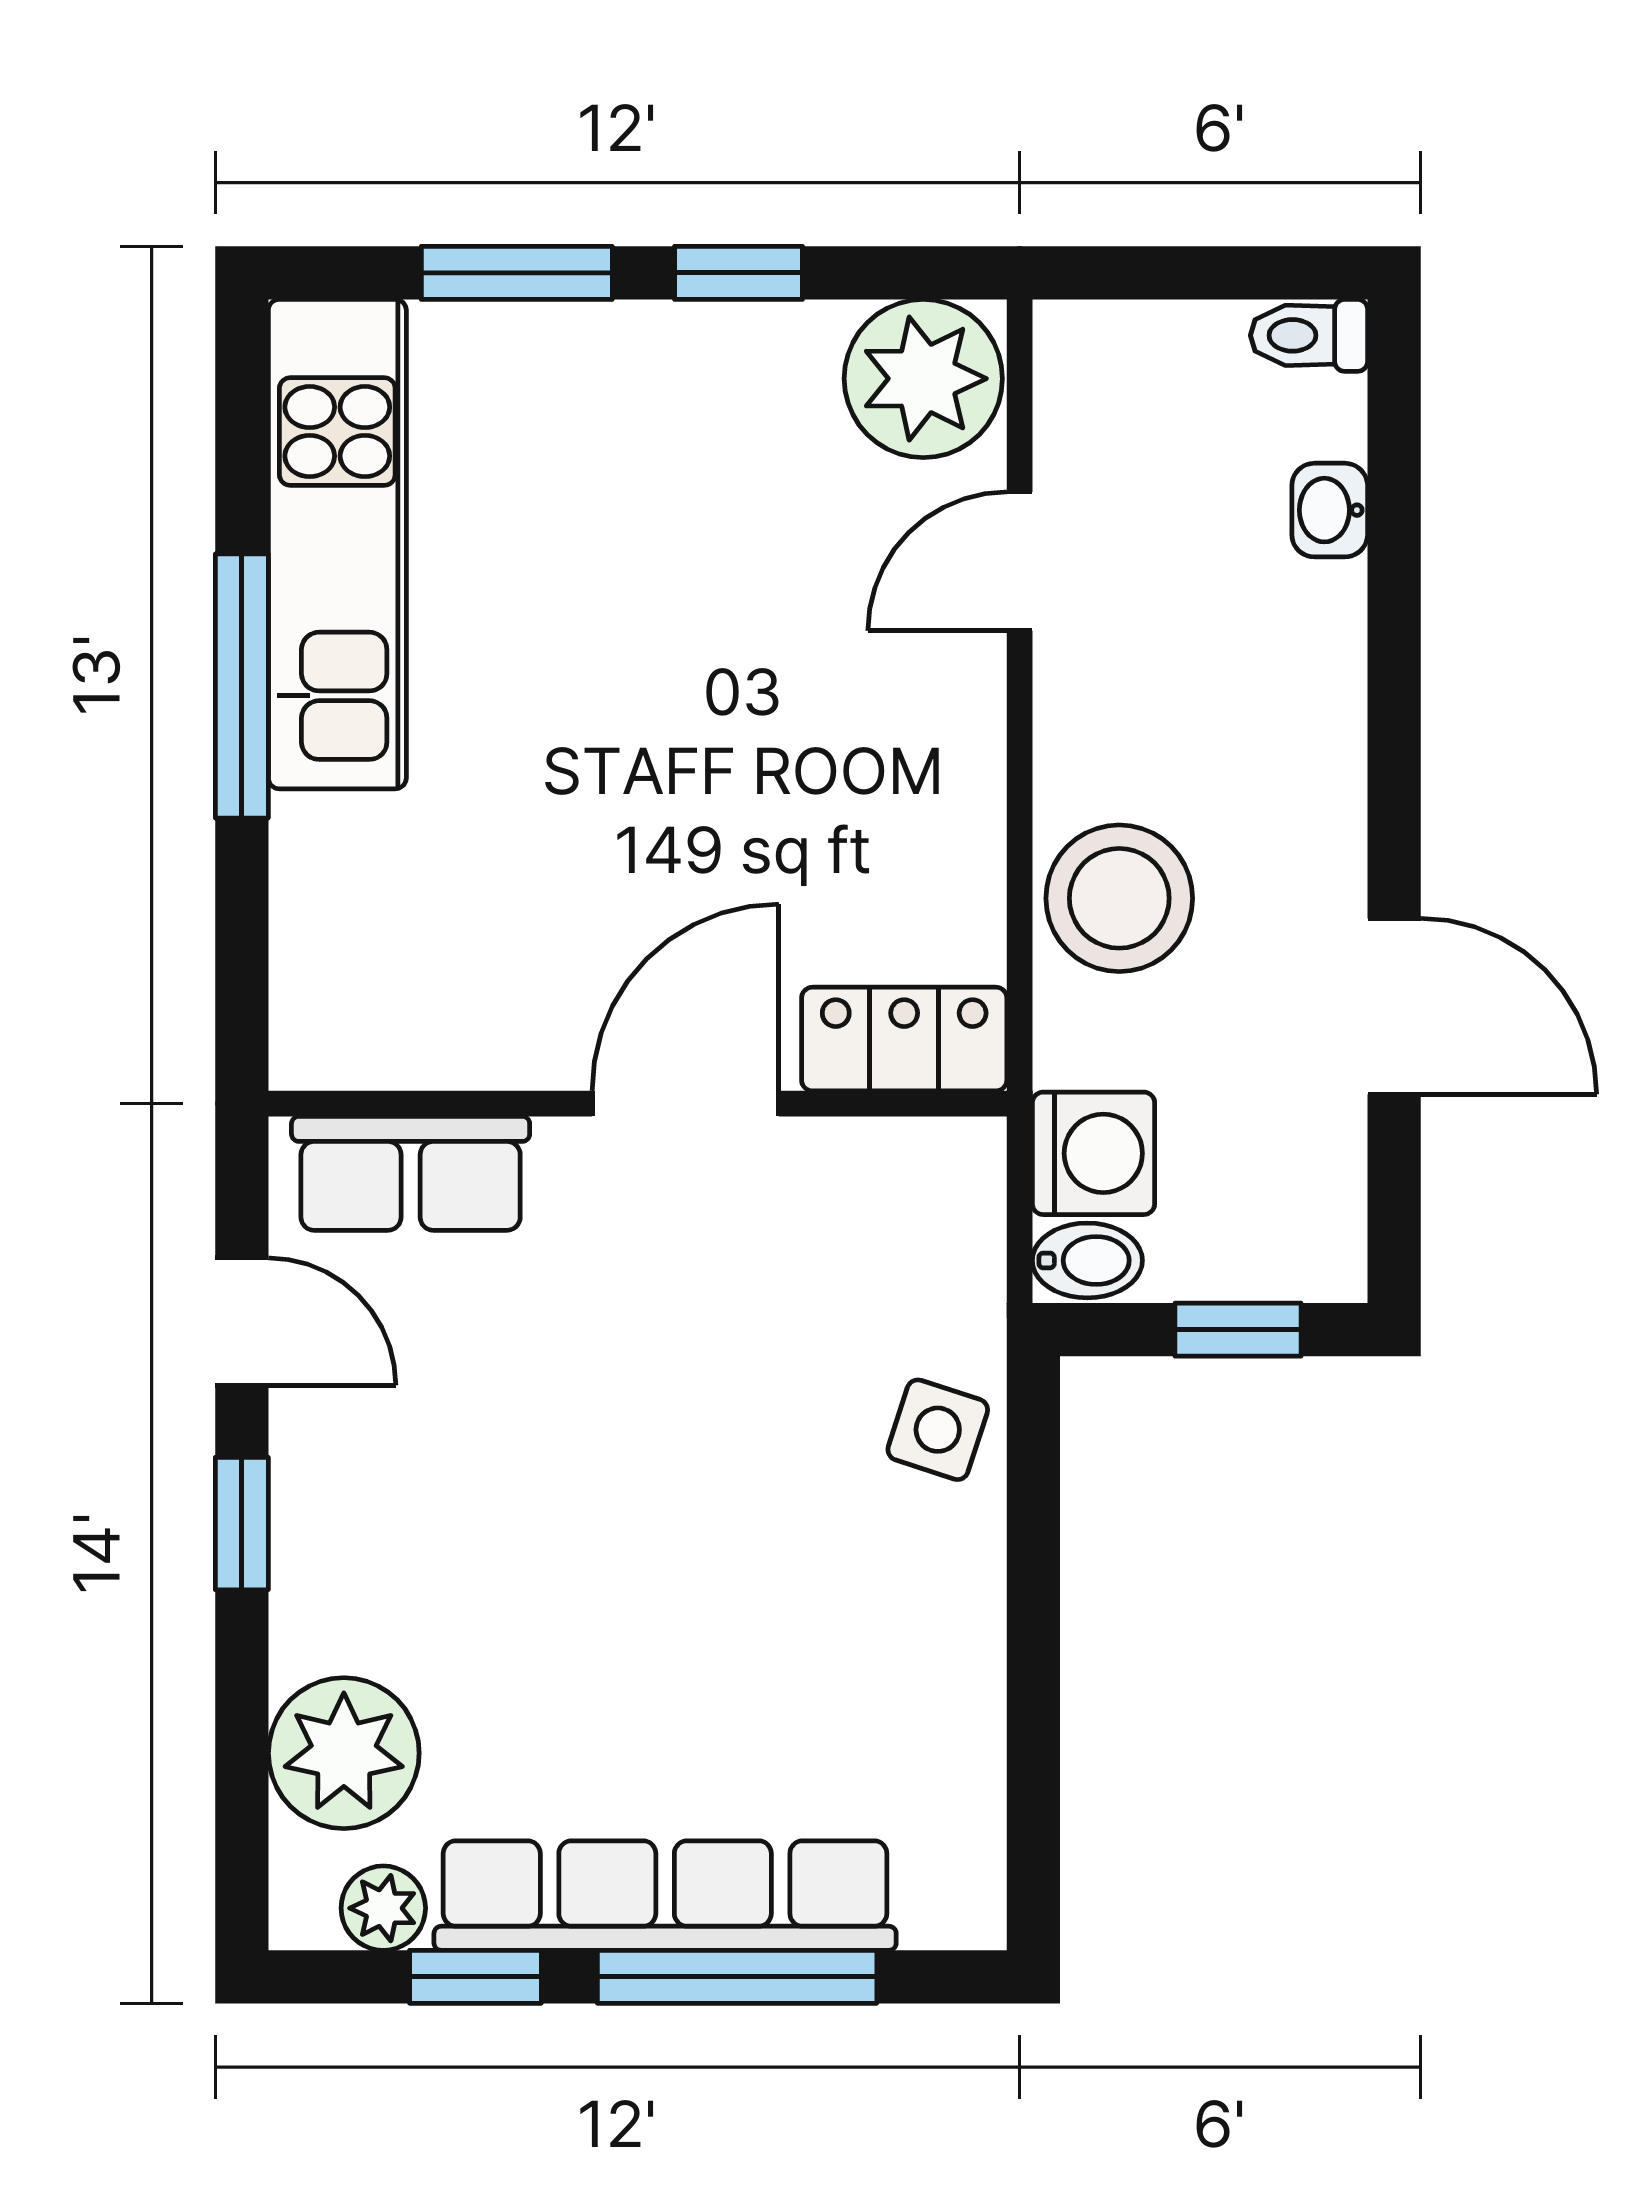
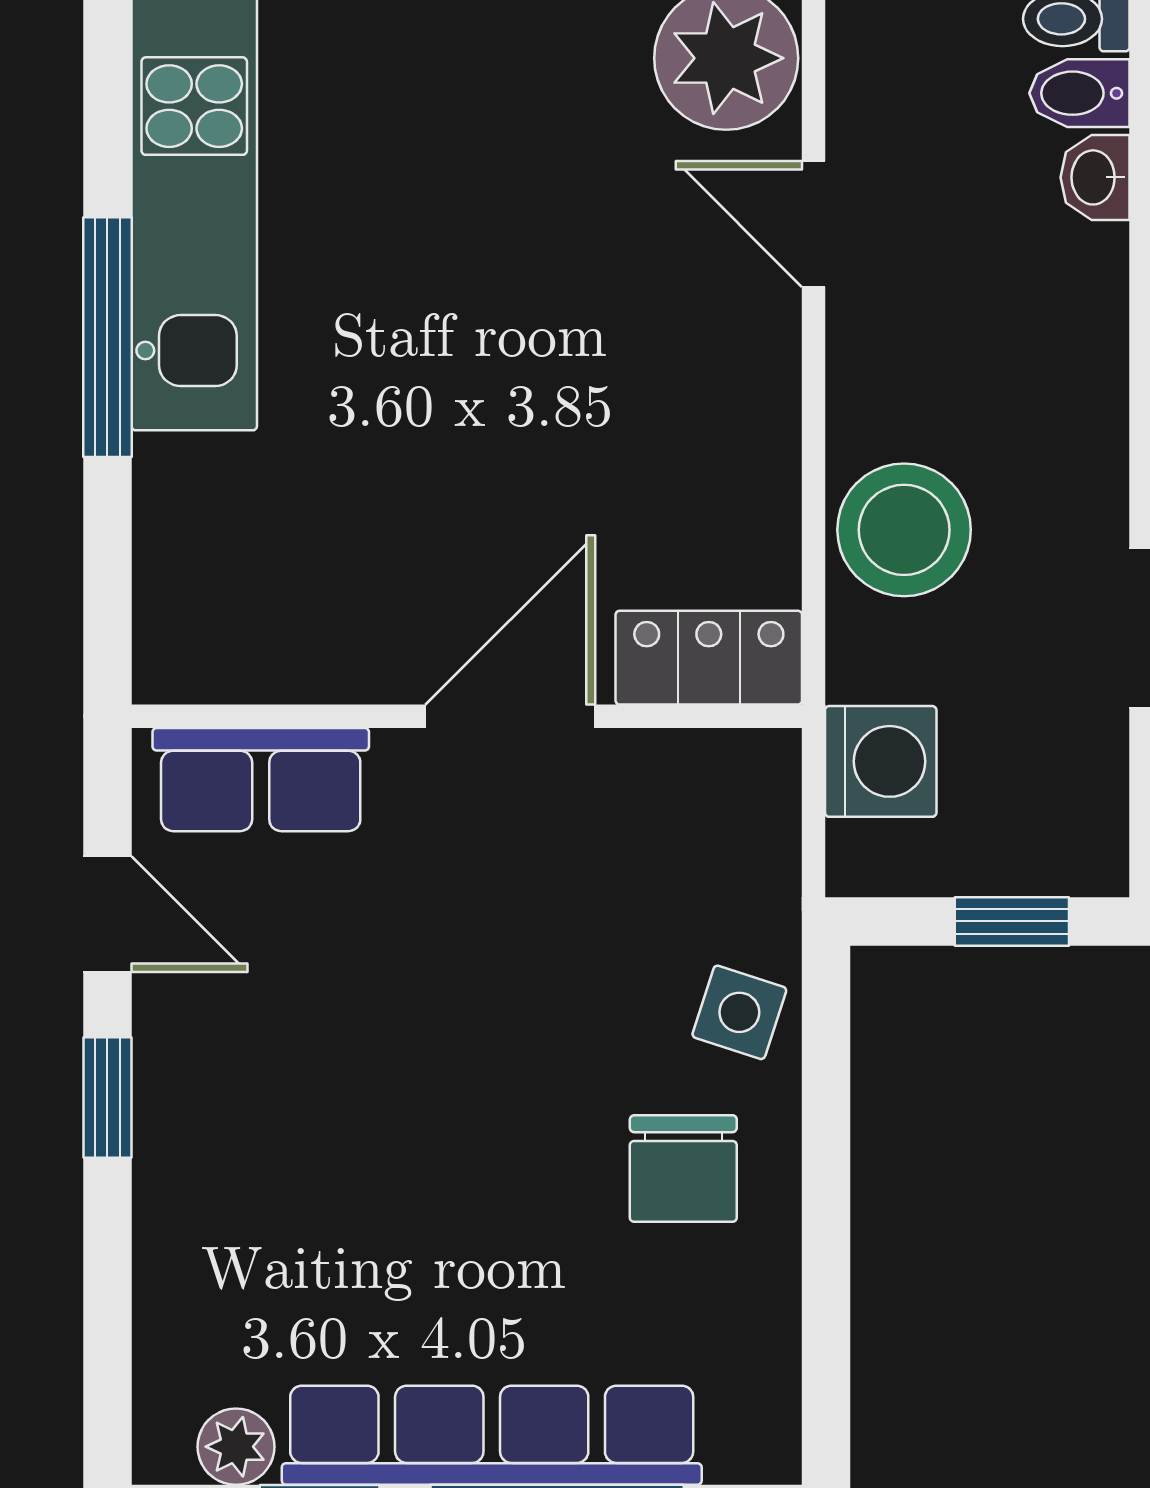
door: (1020, 561) -> (814, 224), hinge flipped
bidet: (1087, 1260) -> (1079, 93), moved, turned 180
chair: (876, 1602) -> (683, 1169), added
plant: (344, 1753) -> (200, 1306), removed

